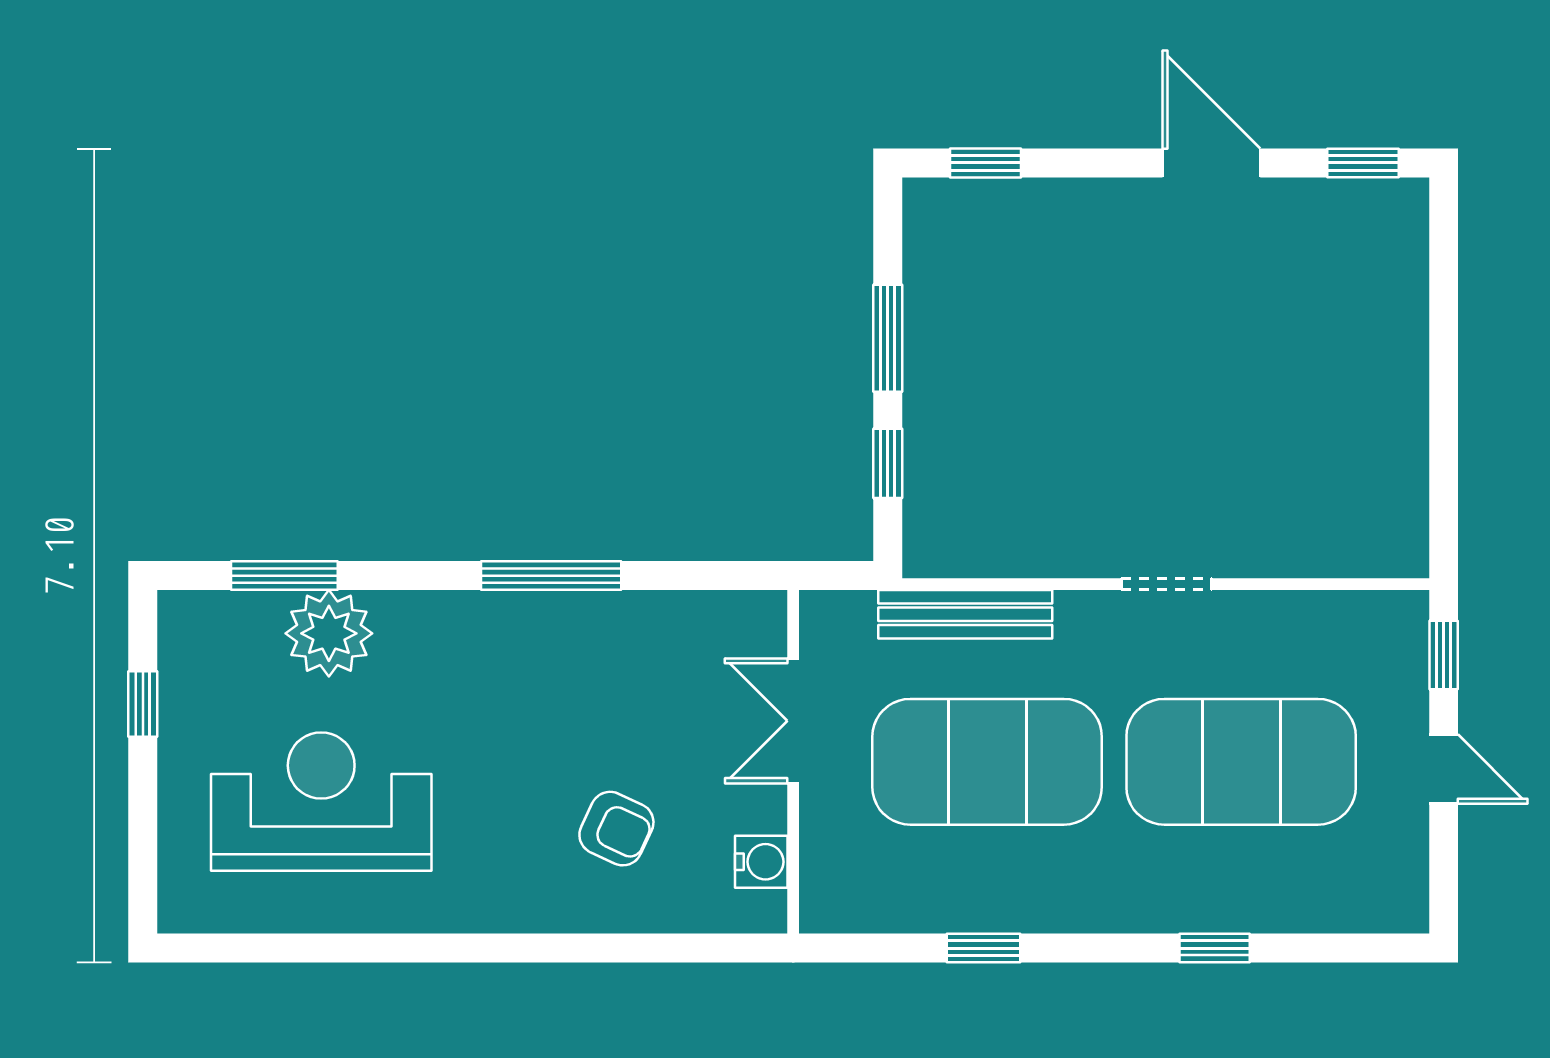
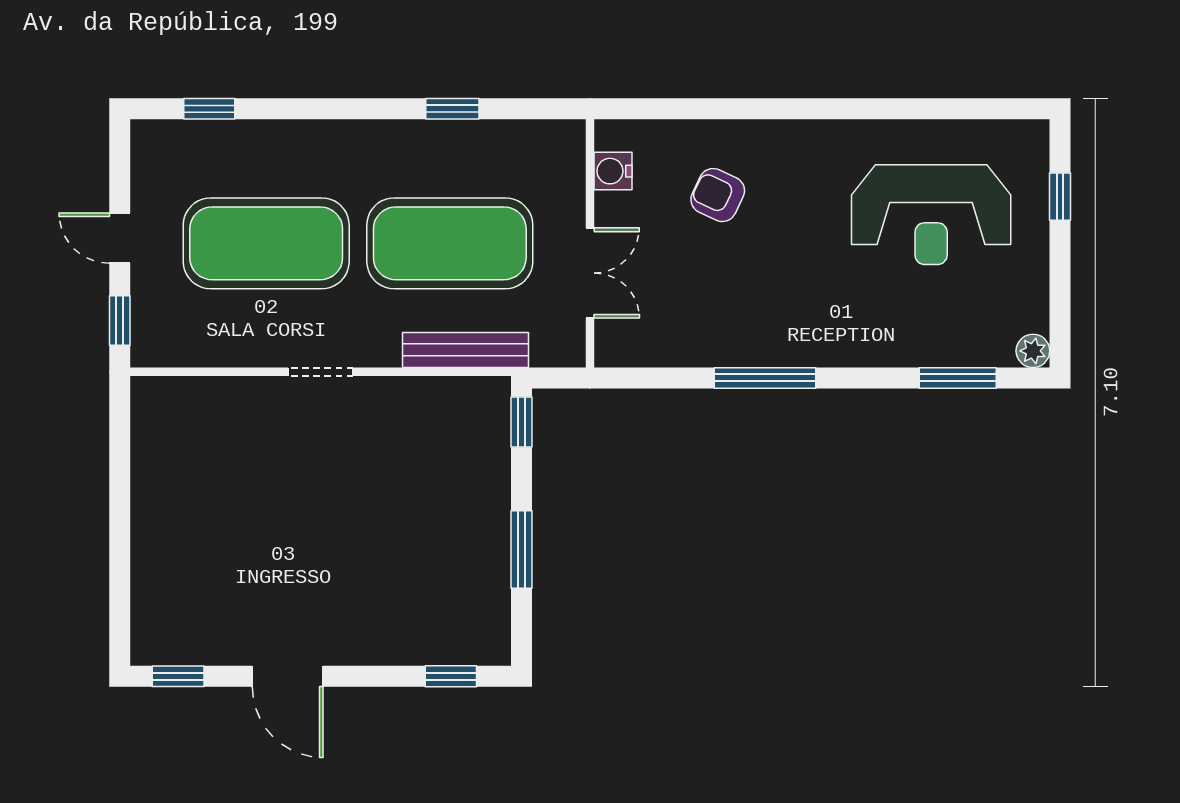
window: (888, 463) -> (522, 422), moved
plant: (329, 633) -> (1033, 351), moved, width x0.53, depth x0.53
window: (143, 704) -> (1060, 197), moved
window: (1215, 948) -> (209, 109), moved

